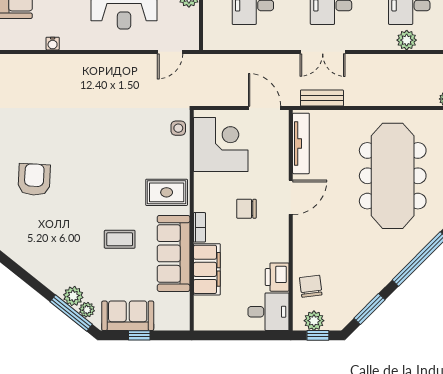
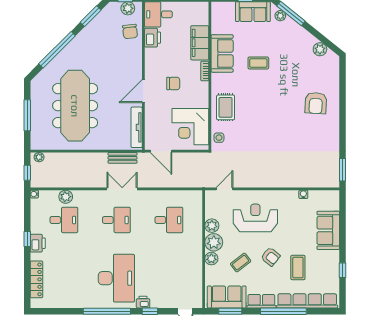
rug: (167, 192) -> (226, 107), moved, turned 90
sofa: (174, 253) -> (222, 53), width x0.73
plant: (73, 296) -> (320, 49), moved

